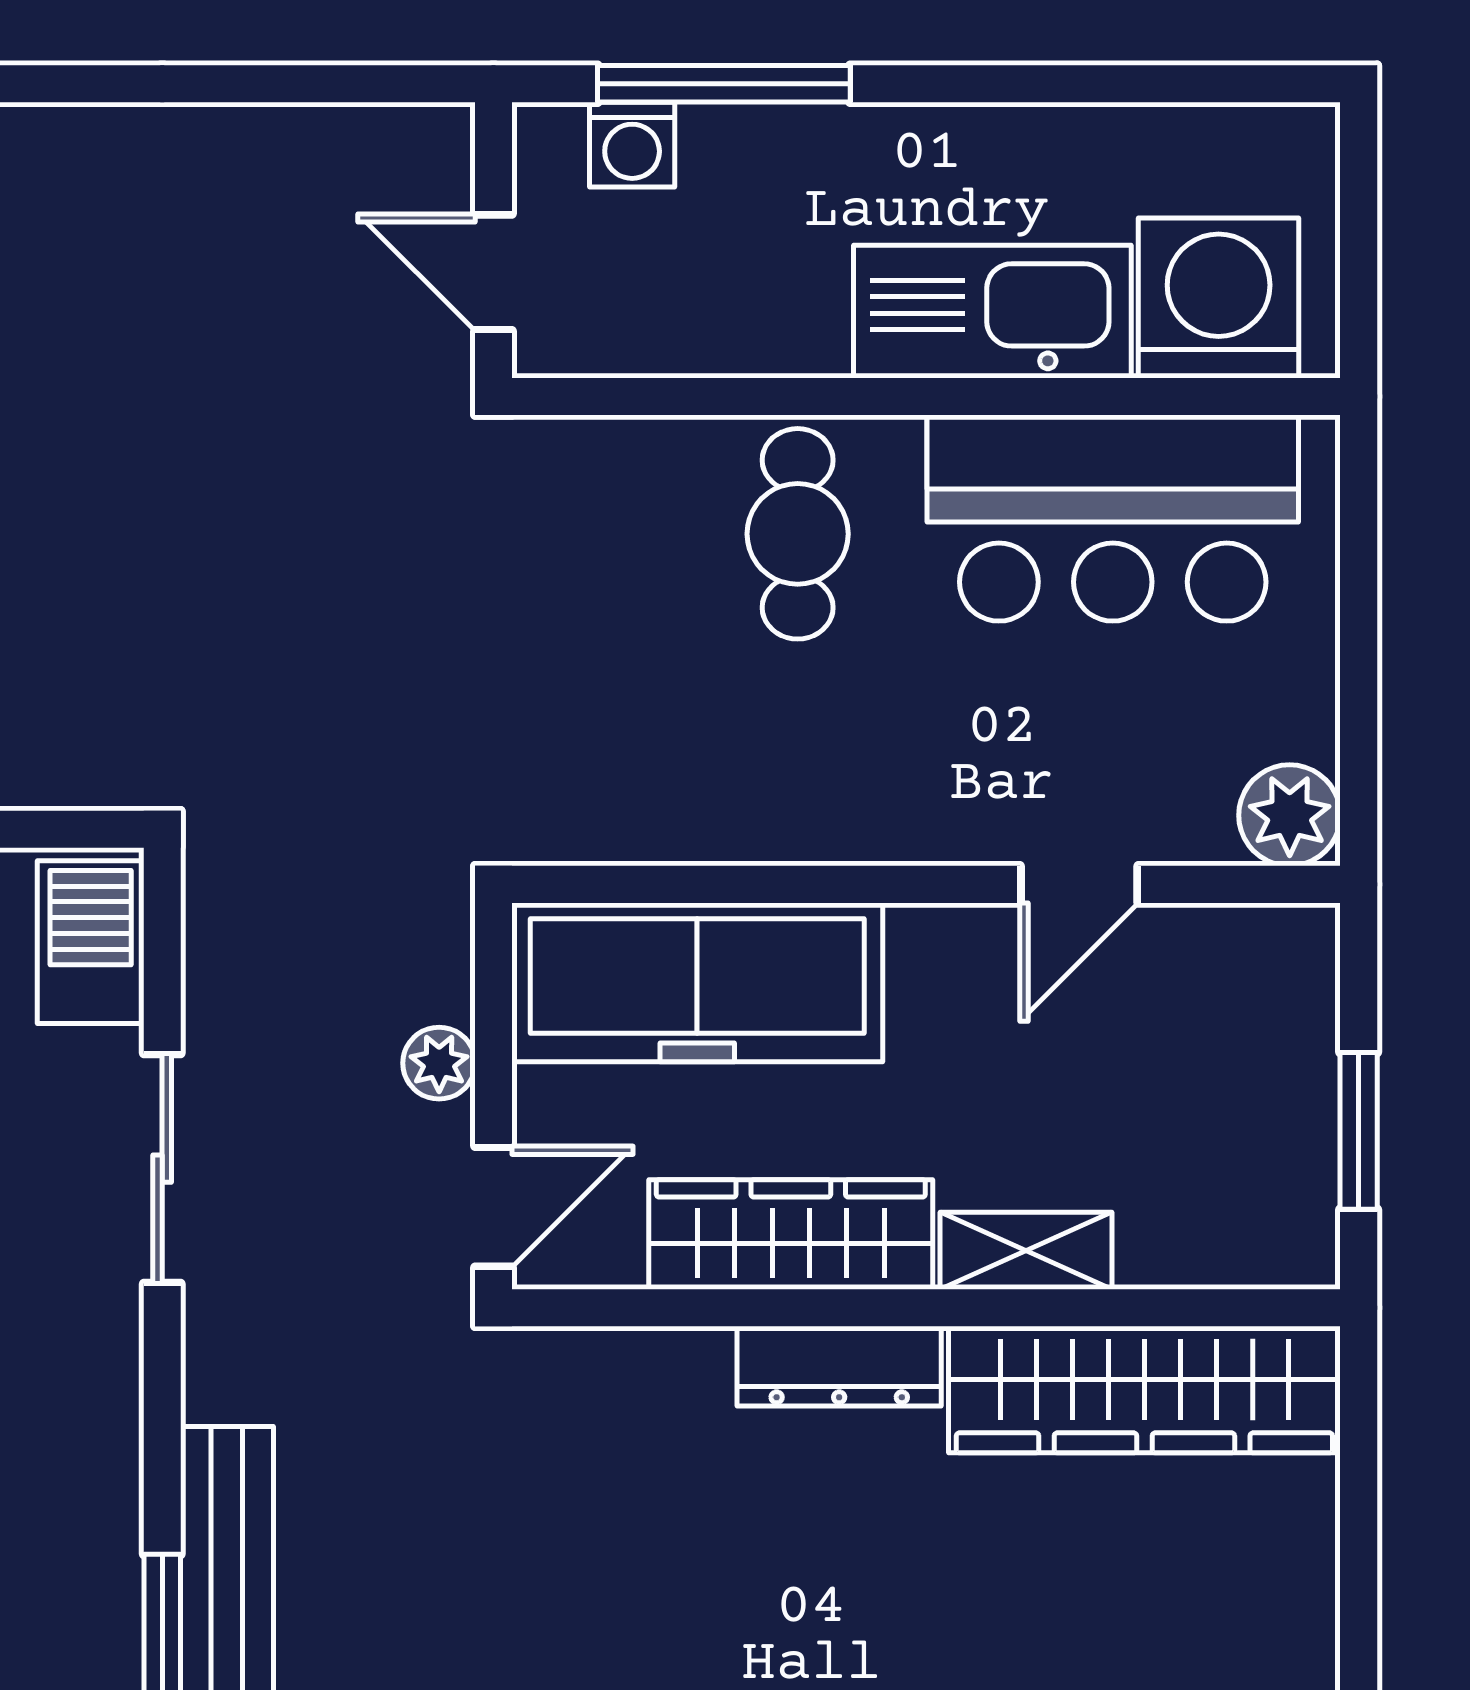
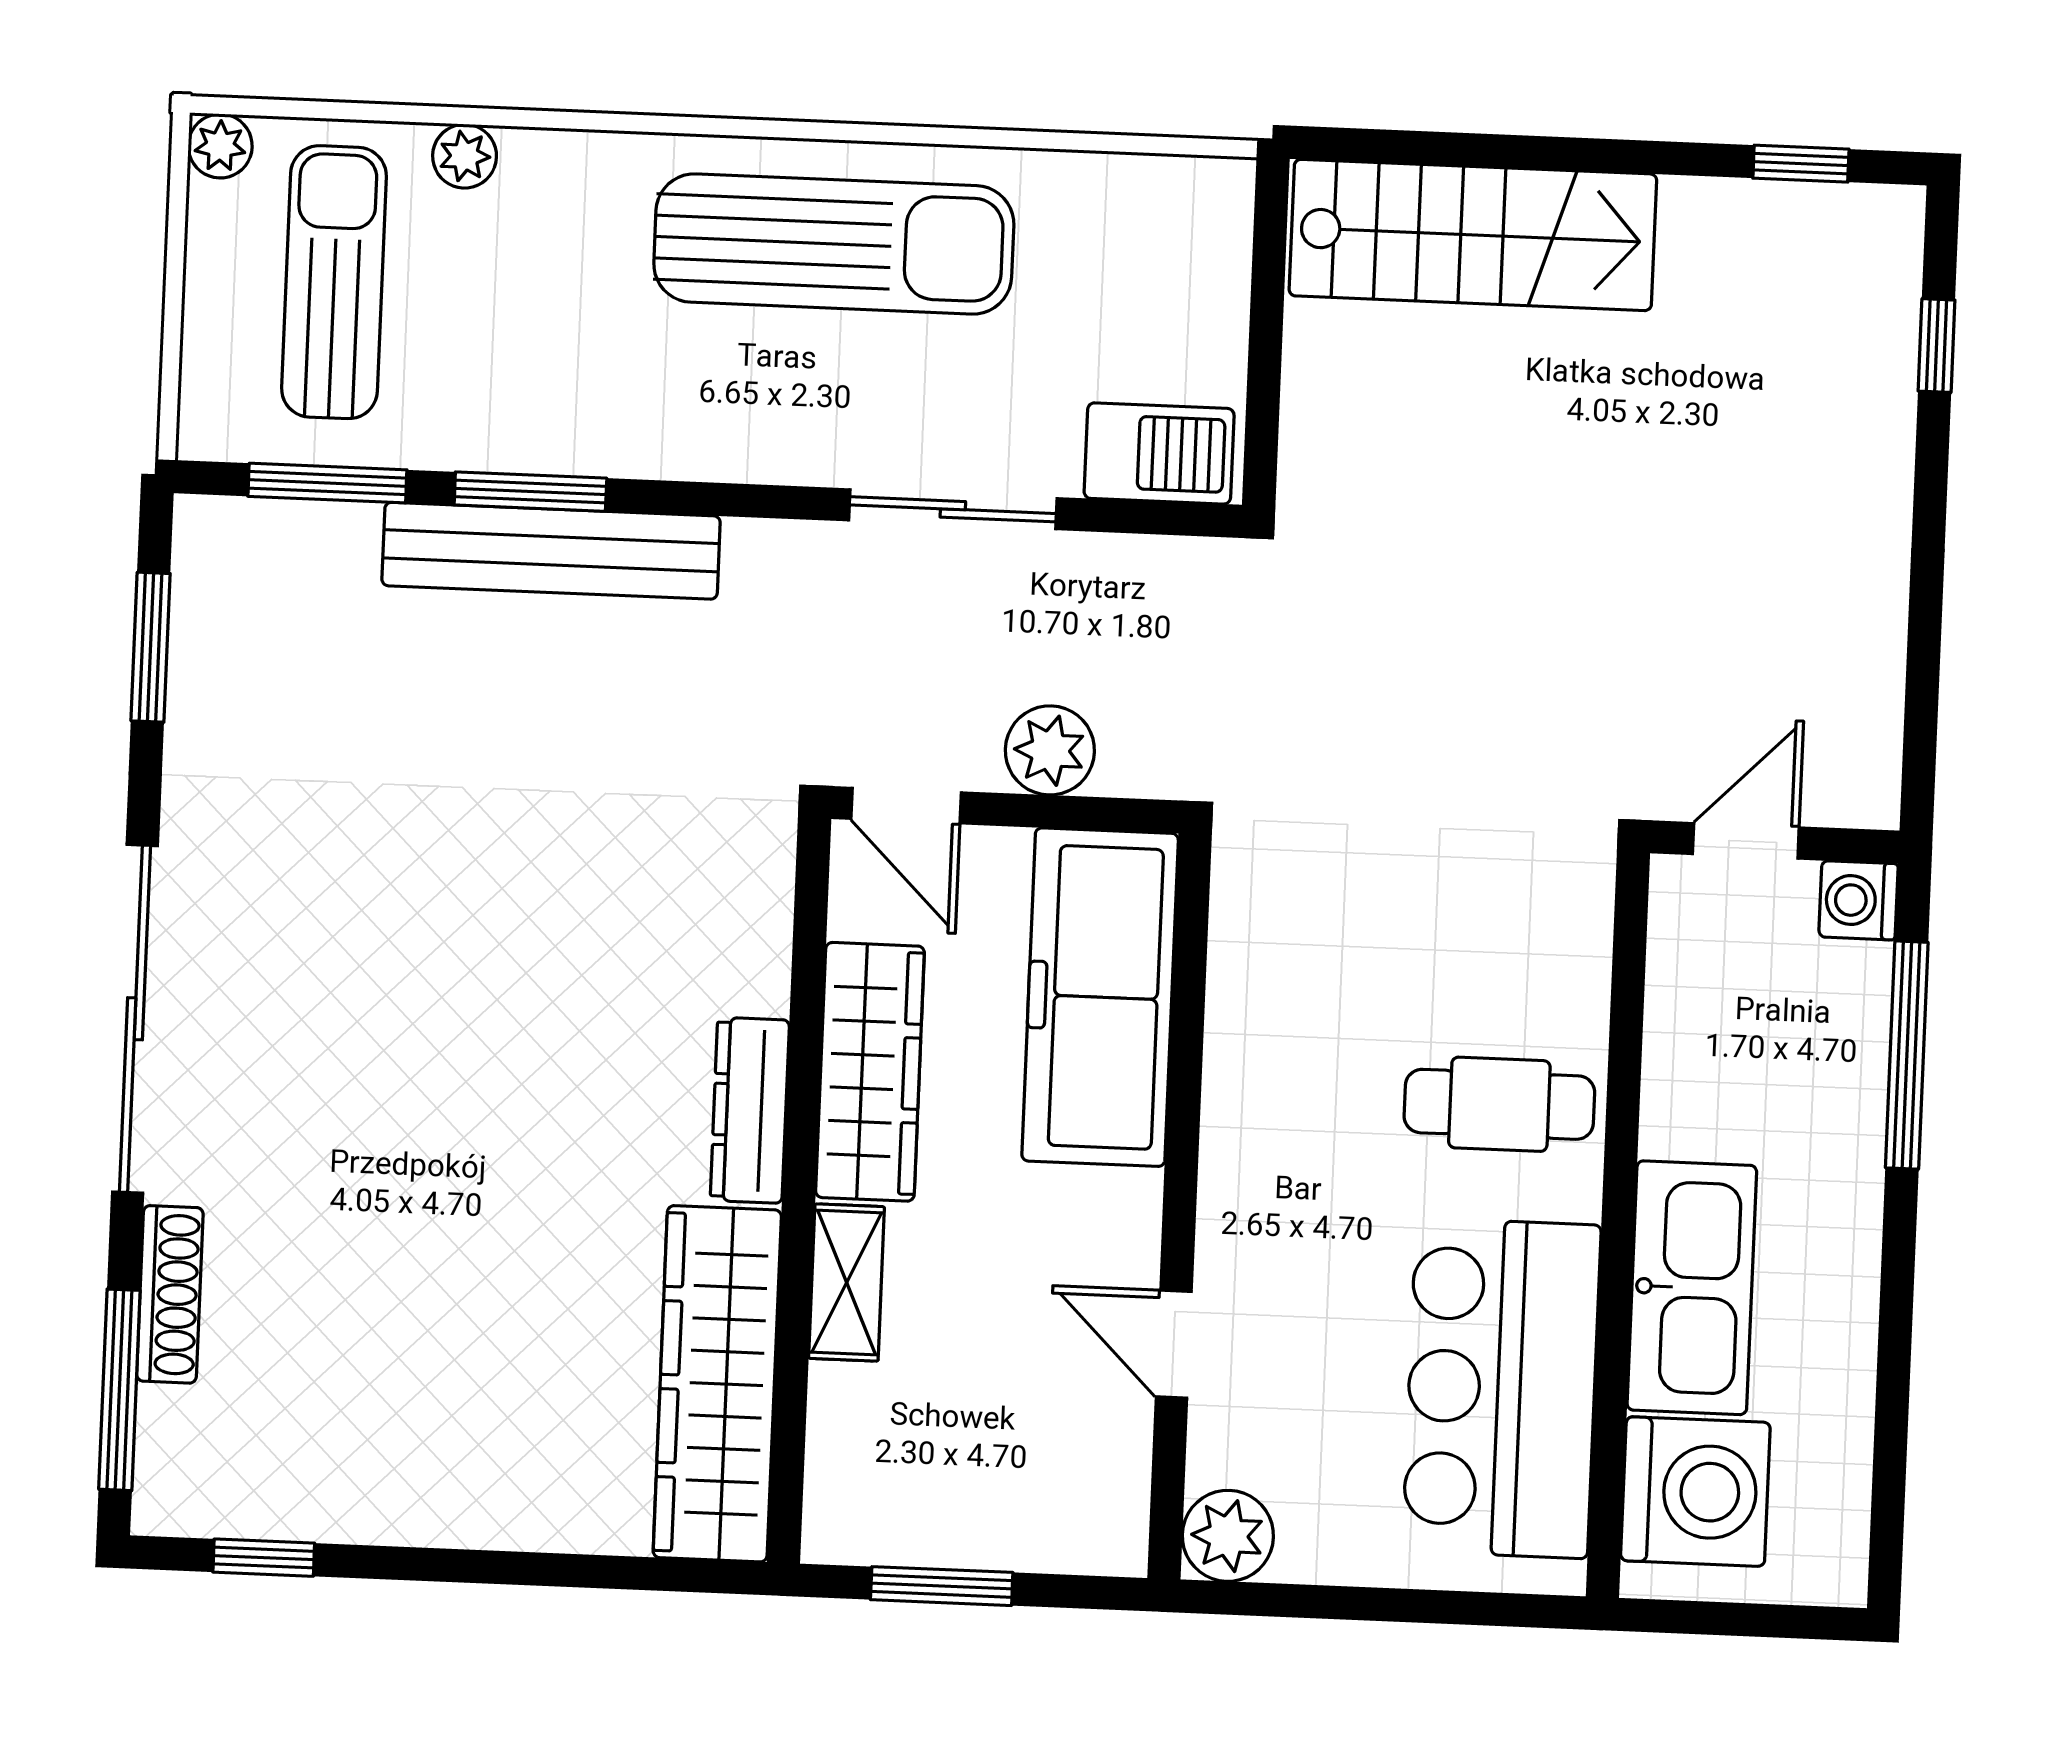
washing machine: (632, 145) -> (1858, 900), moved
plant: (439, 1063) -> (1050, 750), width x1.38, depth x1.38

